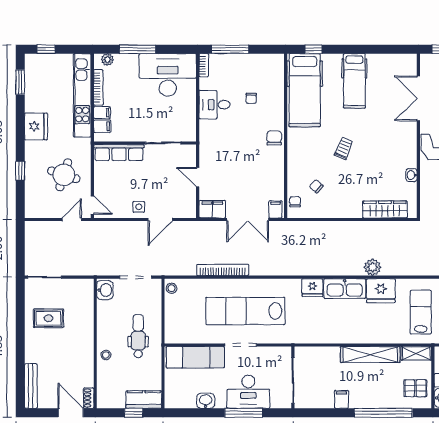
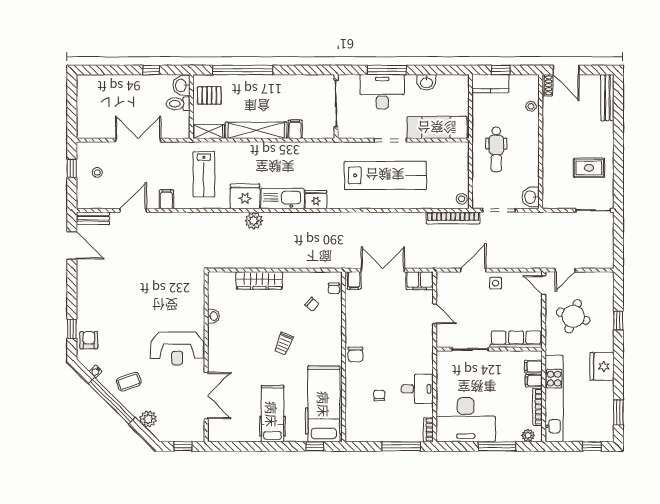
wardrobe: (385, 209) -> (259, 280), moved
bookcase: (223, 270) -> (453, 218), moved
stool: (106, 355) -> (531, 106), moved
filing cabinet: (341, 399) -> (295, 129), moved, turned 180

